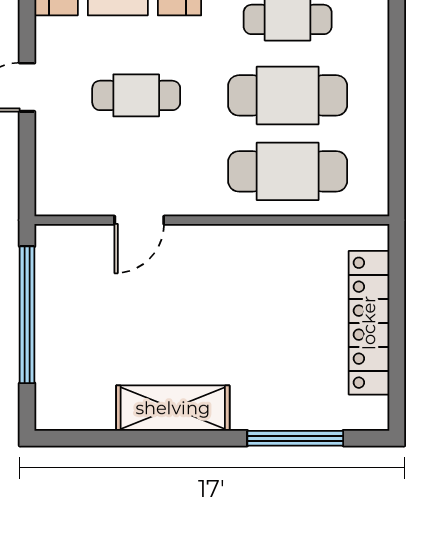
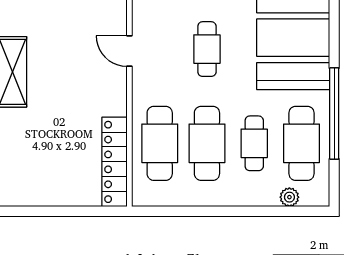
locker: (369, 323) -> (114, 162), moved, turned -90

